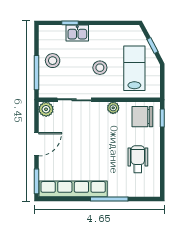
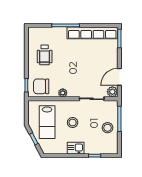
kitchen sink: (77, 33) -> (76, 148), moved
chair: (142, 117) -> (41, 86), turned 180
door: (37, 144) -> (119, 77), moved

